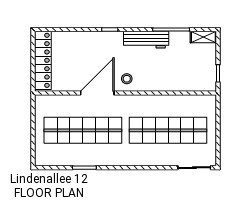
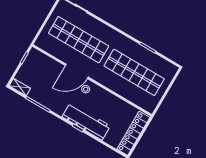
workbench: (146, 40) -> (86, 121), moved, width x1.36, depth x1.32
door: (97, 93) -> (77, 71), moved

